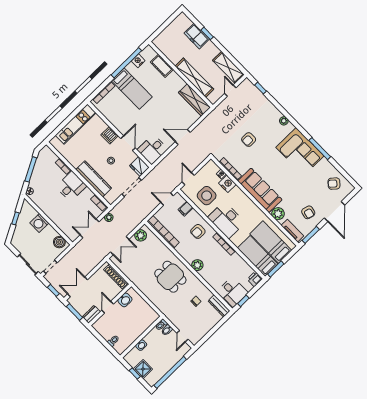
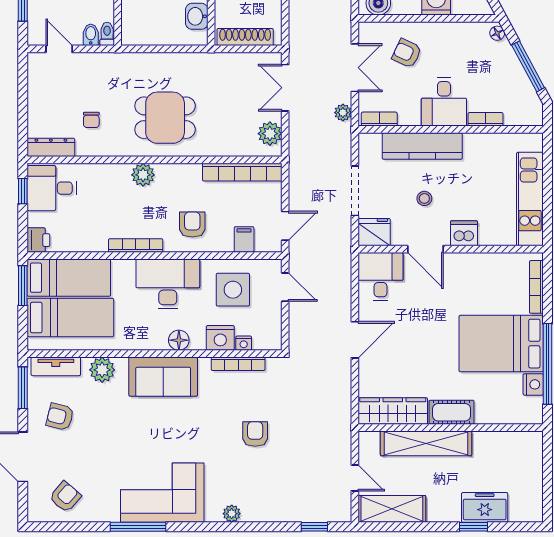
cot: (162, 66) -> (452, 412), moved
bed: (132, 89) -> (501, 344), width x1.50
sofa: (260, 190) -> (163, 377), width x0.73
floor lamp: (242, 197) -> (179, 340), added
armchair: (67, 215) -> (407, 53), added

